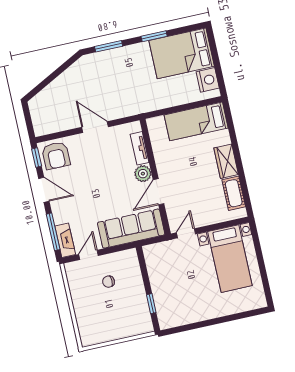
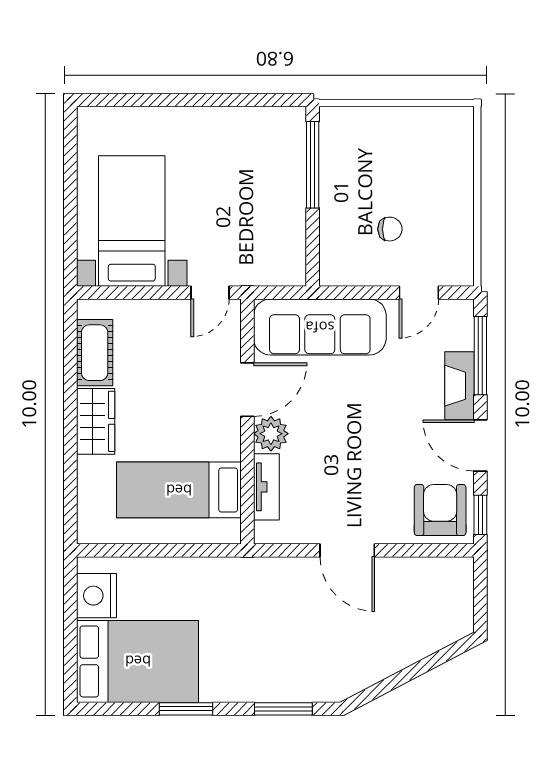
bed: (196, 121) -> (179, 490), moved, turned 180
fireplace: (65, 240) -> (460, 386), moved
window: (151, 304) -> (313, 165), width x2.17

